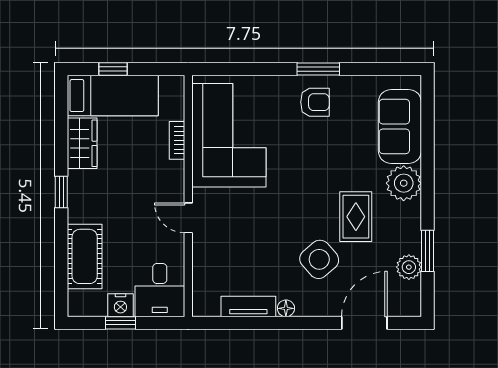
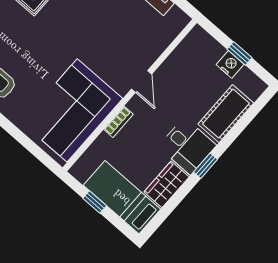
window: (113, 69) -> (95, 202), moved
bookcase: (177, 140) -> (119, 122), moved
desk: (160, 290) -> (187, 146), moved, turned 90

